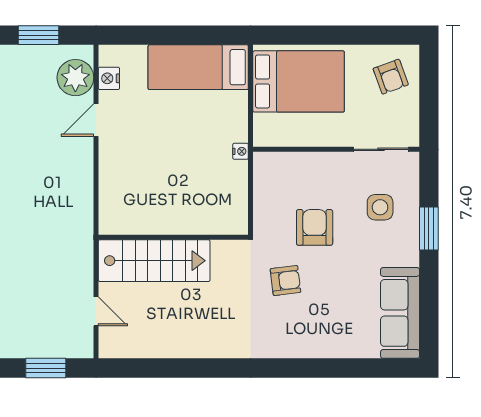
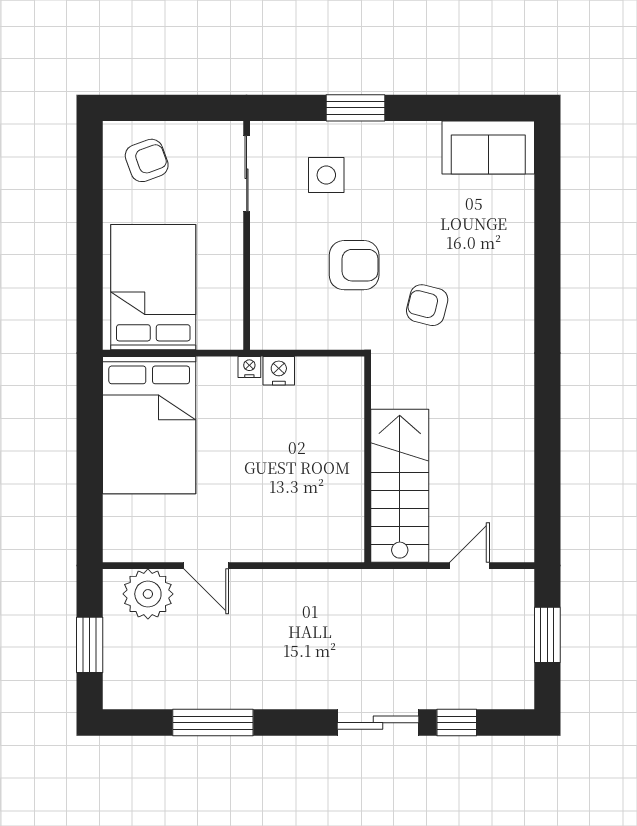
bed: (198, 67) -> (149, 425), width x1.50
nightstand: (109, 78) -> (279, 371), moved, turned 180
armchair: (315, 227) -> (354, 265), turned 180
armchair: (285, 281) -> (427, 305), turned -69
sofa: (400, 313) -> (488, 148), width x0.73

